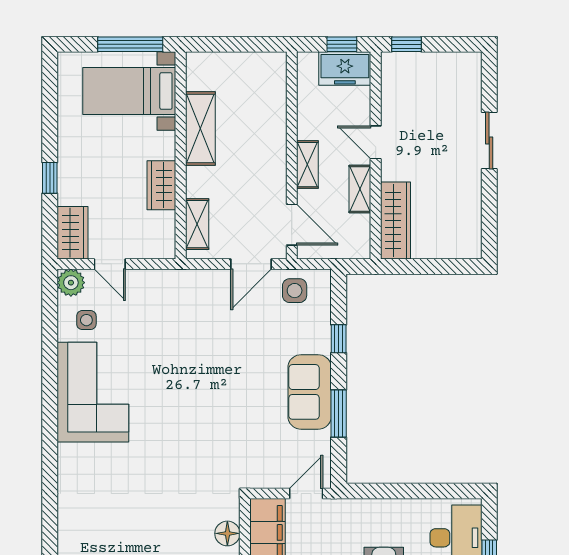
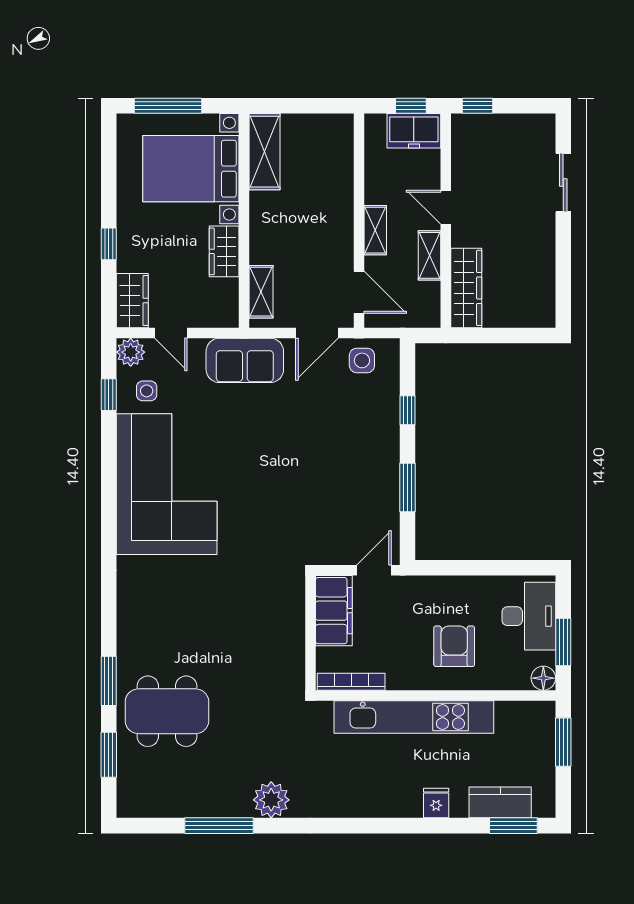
window: (130, 44) -> (168, 106), moved
bed with nightstands: (129, 91) -> (191, 169), width x1.36
shelving: (200, 129) -> (264, 152), moved
sliding door: (489, 141) -> (563, 182), moved
window: (50, 324) -> (109, 395), added
corner sofa: (93, 392) -> (167, 484), width x1.36, depth x1.36
sofa: (310, 392) -> (245, 360), moved, turned -90
floor lamp: (227, 533) -> (292, 612), removed

